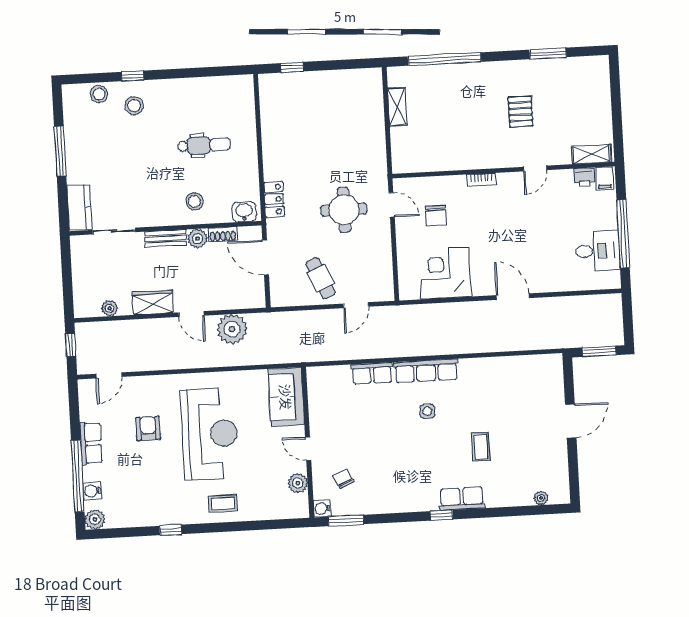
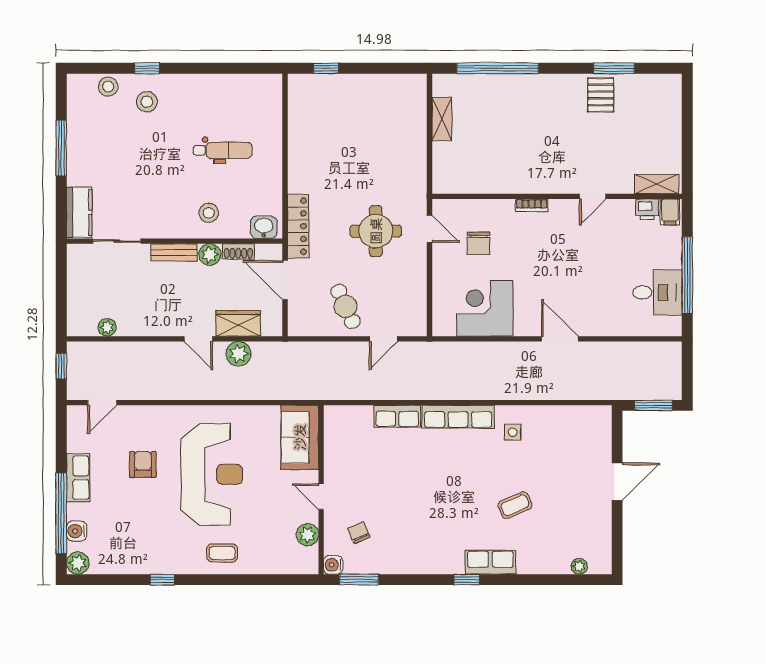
pallet: (520, 112) -> (601, 95), moved
locker: (274, 199) -> (298, 226), width x1.53
wardrobe: (153, 302) -> (238, 323), moved
plant: (232, 329) -> (239, 354), width x0.73, depth x0.73
side table: (427, 411) -> (513, 432), moved
coffee table: (481, 447) -> (515, 505), turned 66

